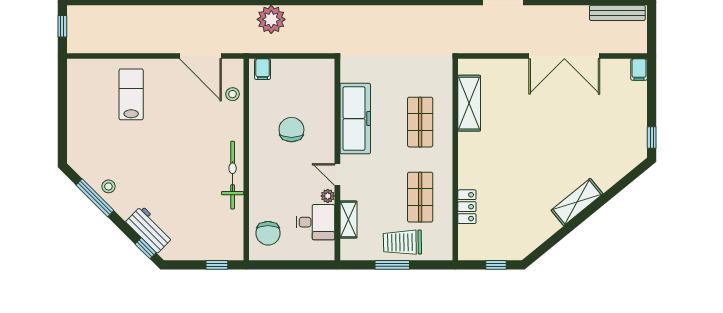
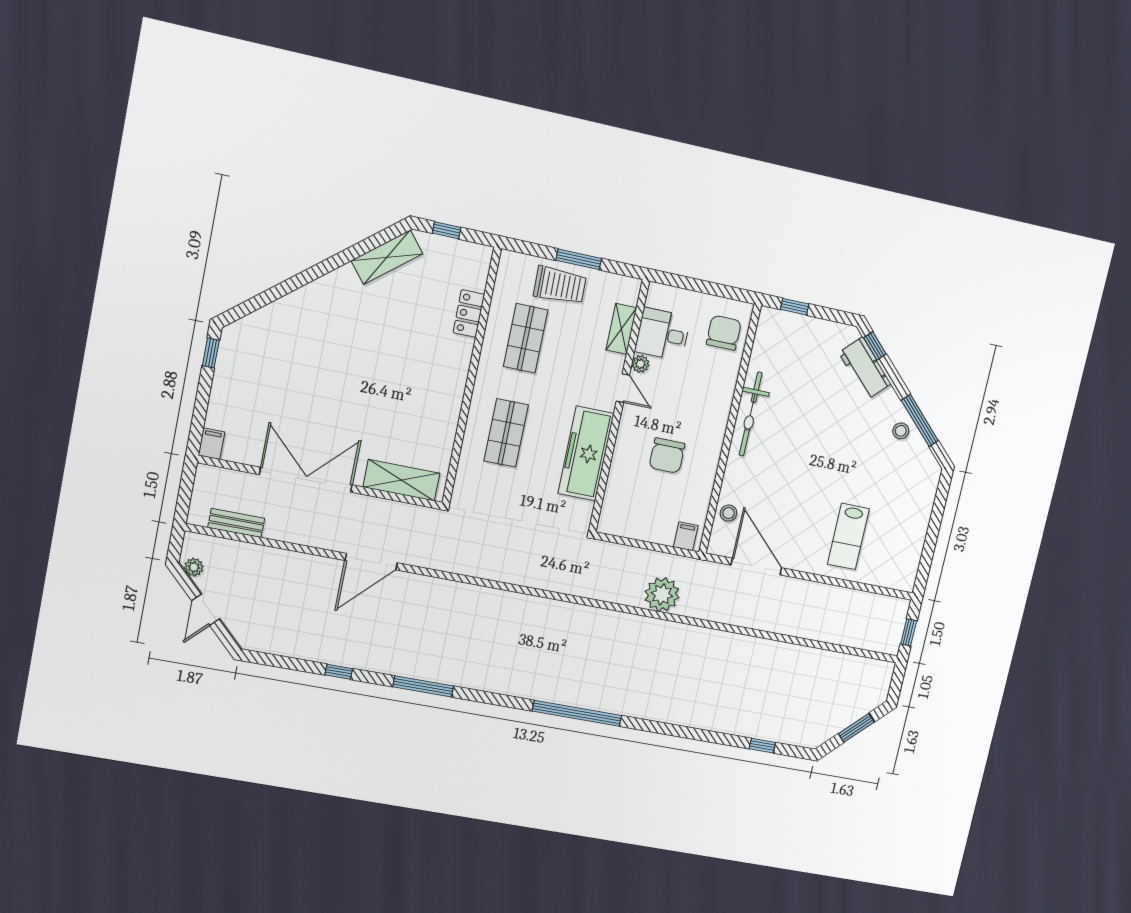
bench: (617, 13) -> (236, 523), width x0.73
shelving: (469, 103) -> (401, 480), moved, turned 90
shelving: (577, 202) -> (387, 257), moved

